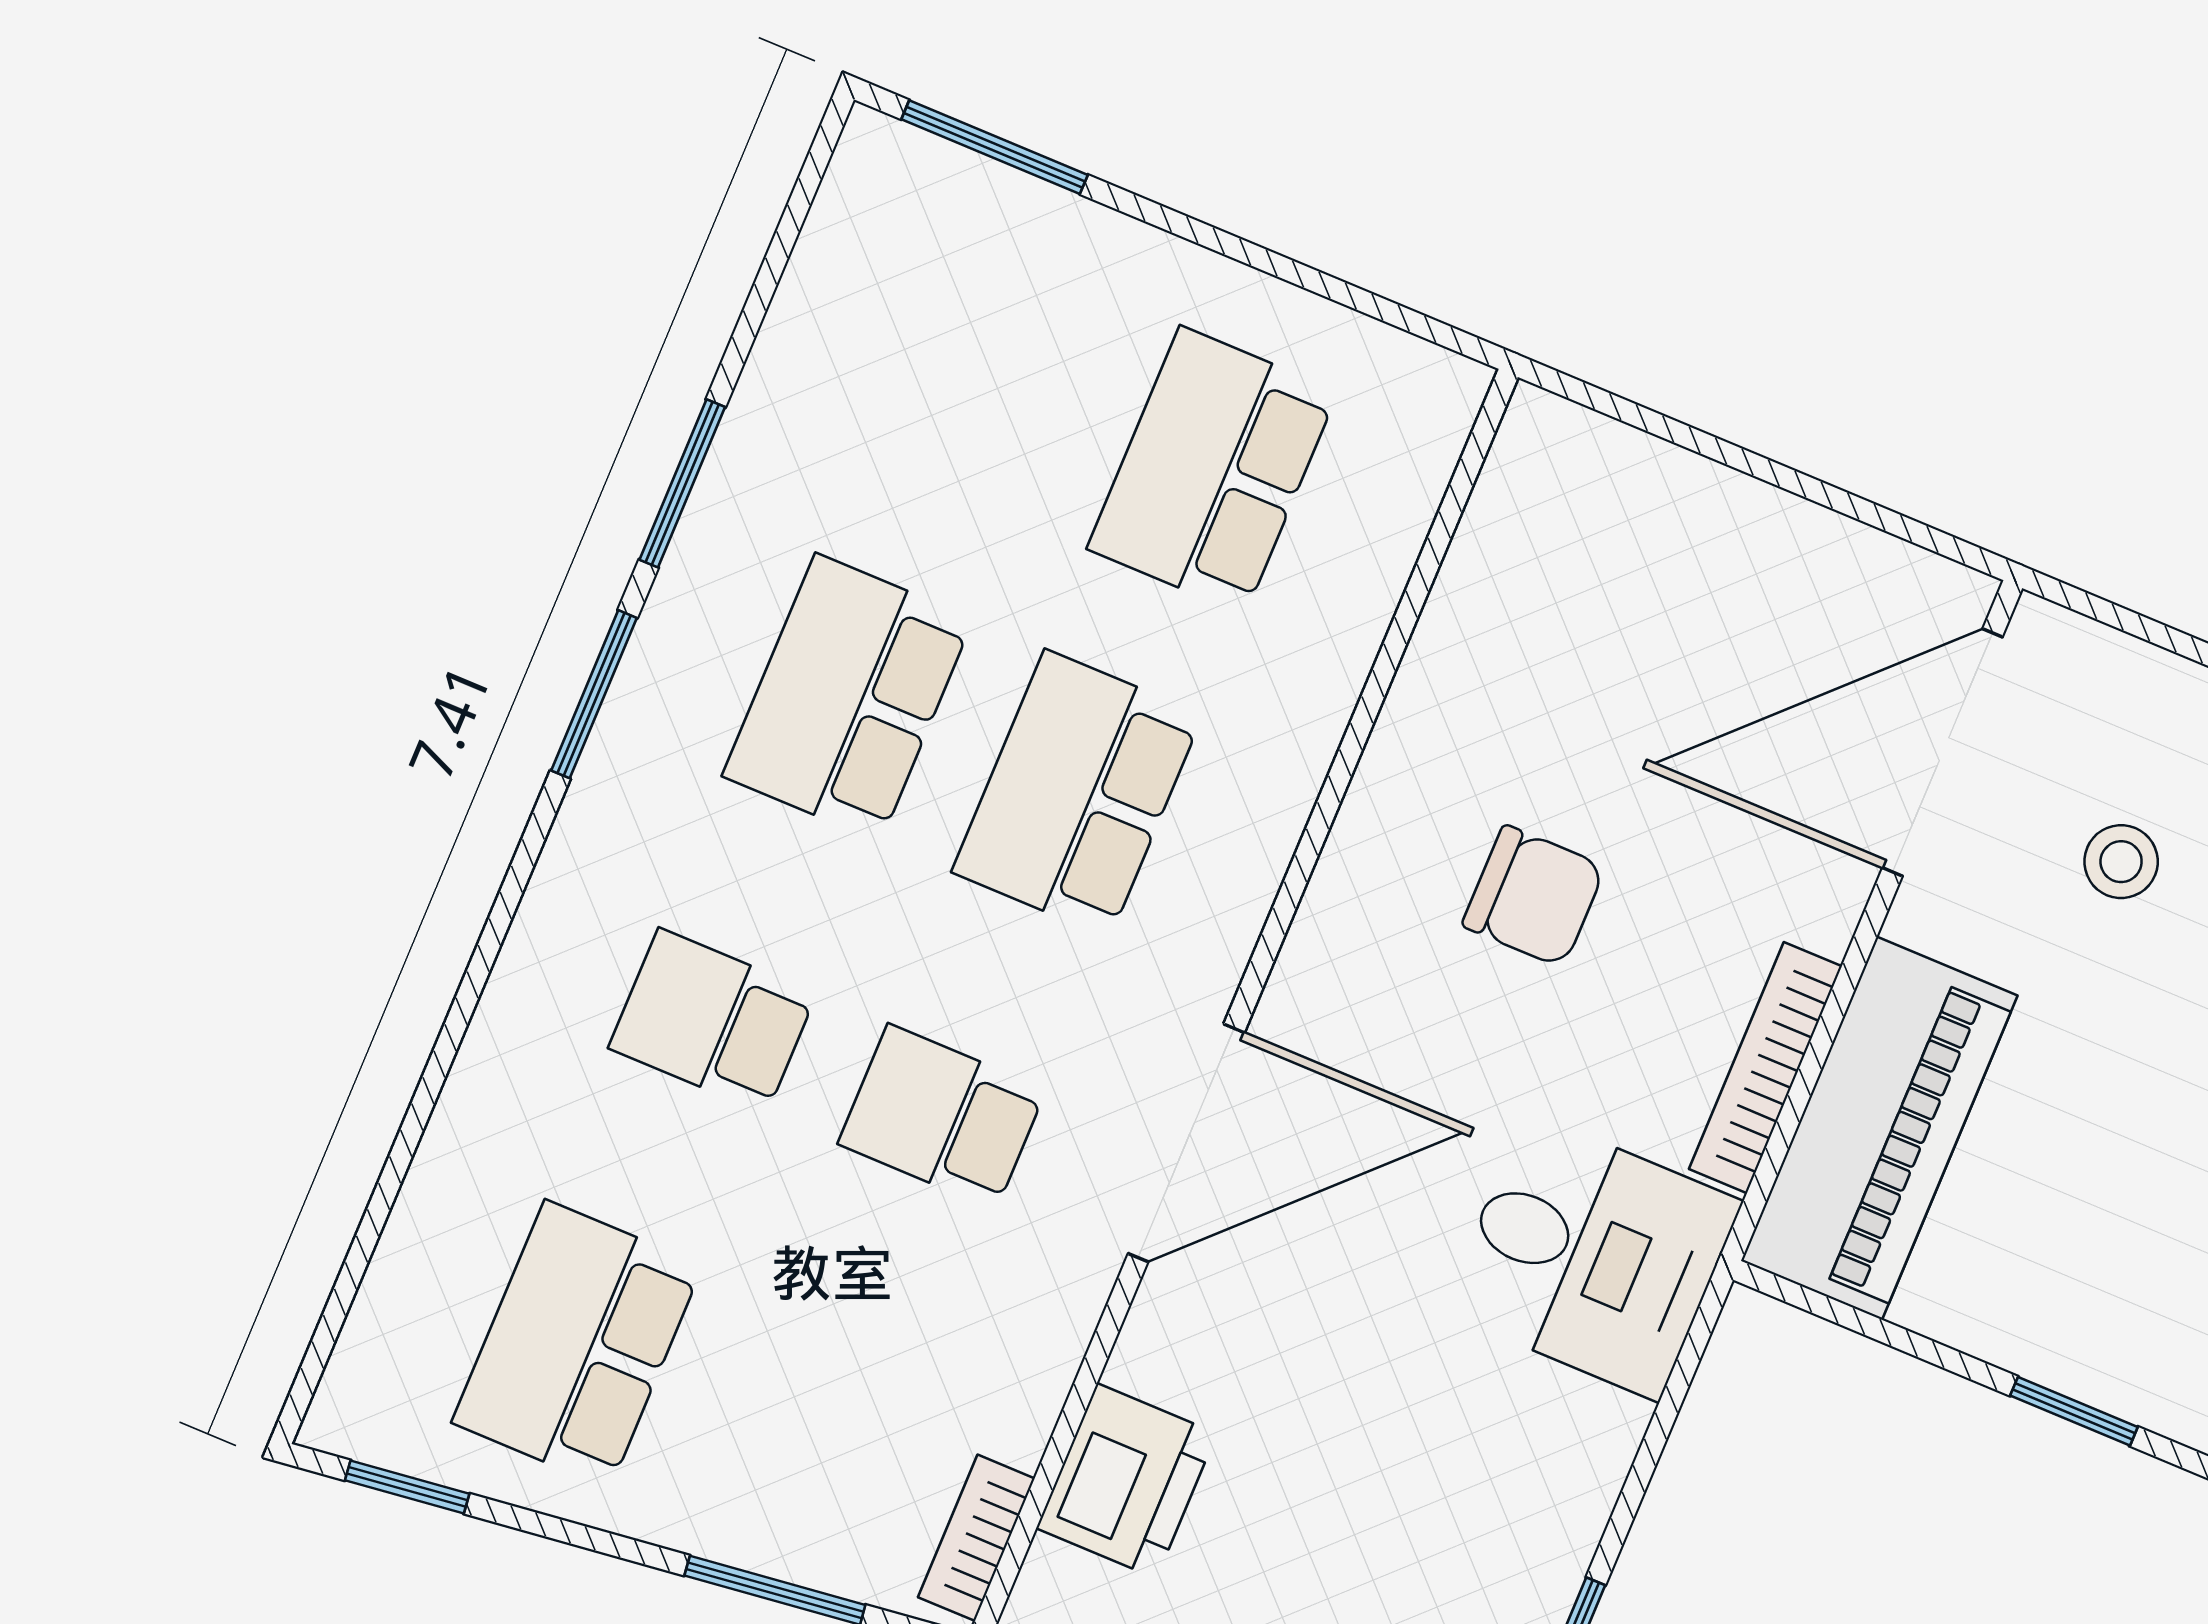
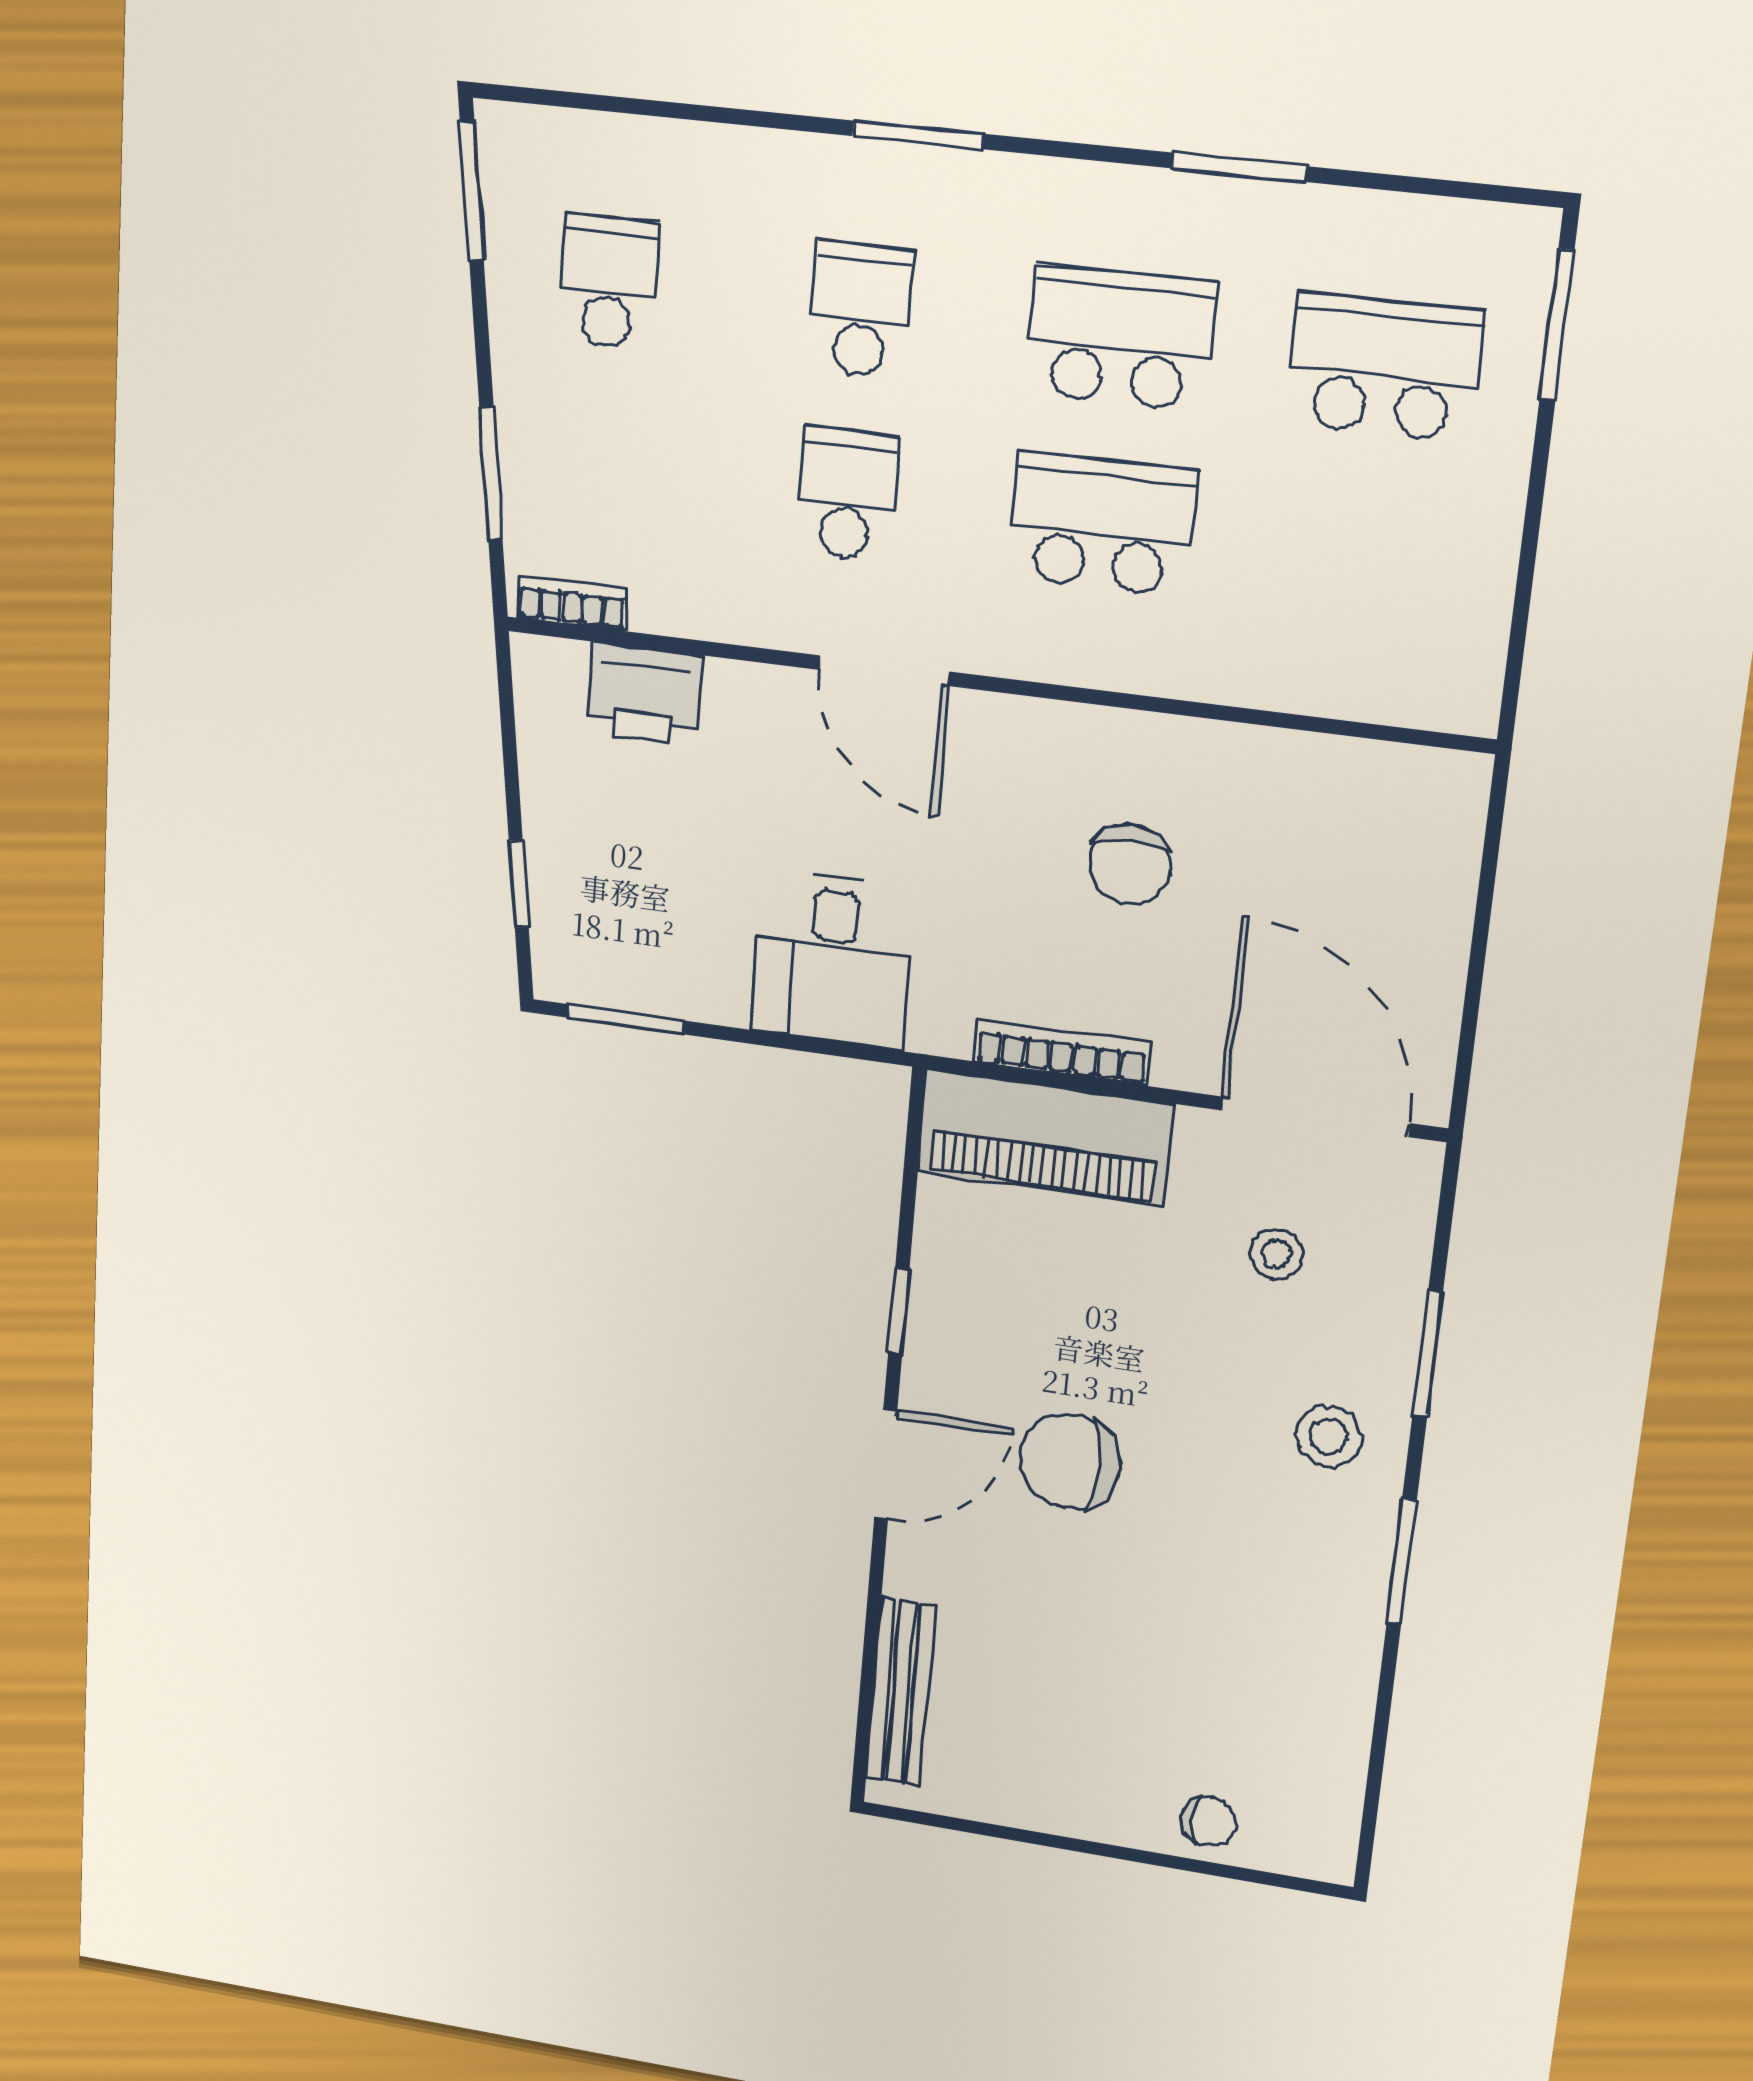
school desk: (1212, 470) -> (1385, 367), moved
window: (594, 694) -> (917, 135), moved
door: (1186, 1143) -> (884, 671), width x0.73
desk: (1592, 1257) -> (832, 960), moved
school desk: (577, 1344) -> (608, 282), width x0.54
window: (407, 1487) -> (472, 191), width x1.50

